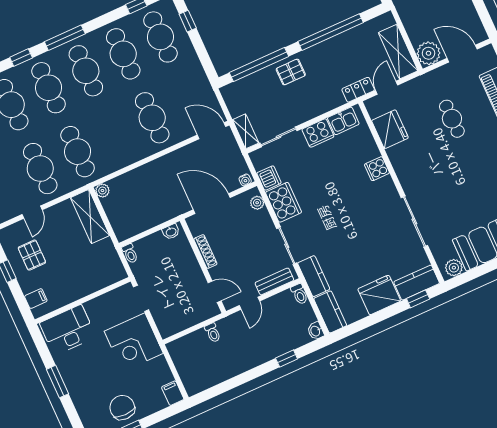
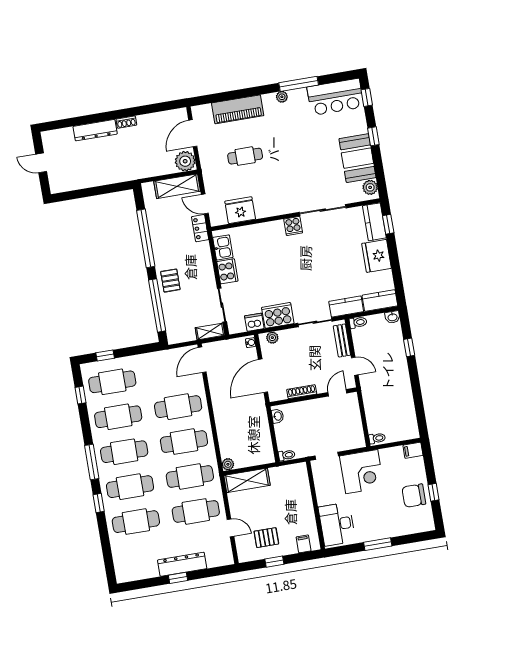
cafe table: (115, 135) -> (184, 442), added
cooker: (377, 169) -> (293, 226), moved
toilet: (213, 333) -> (377, 438), moved

